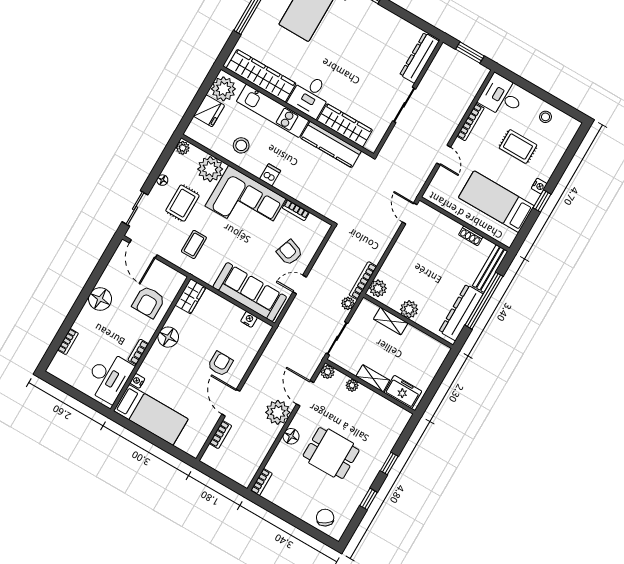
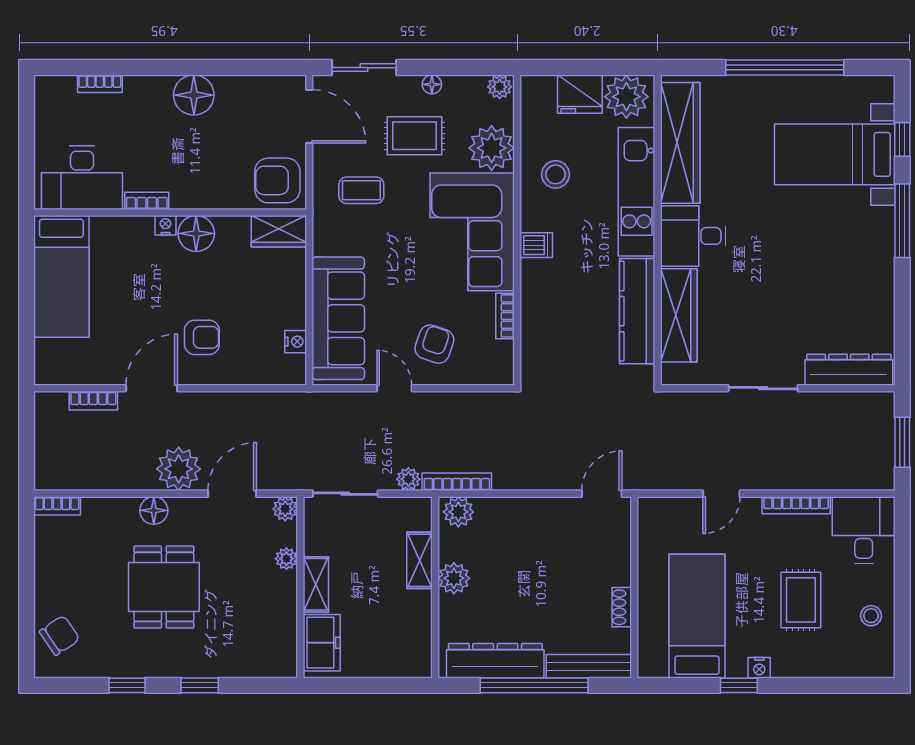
door: (143, 249) -> (309, 116), swing flipped
armchair: (149, 302) -> (277, 180), moved
nightstand: (137, 381) -> (165, 225), moved

